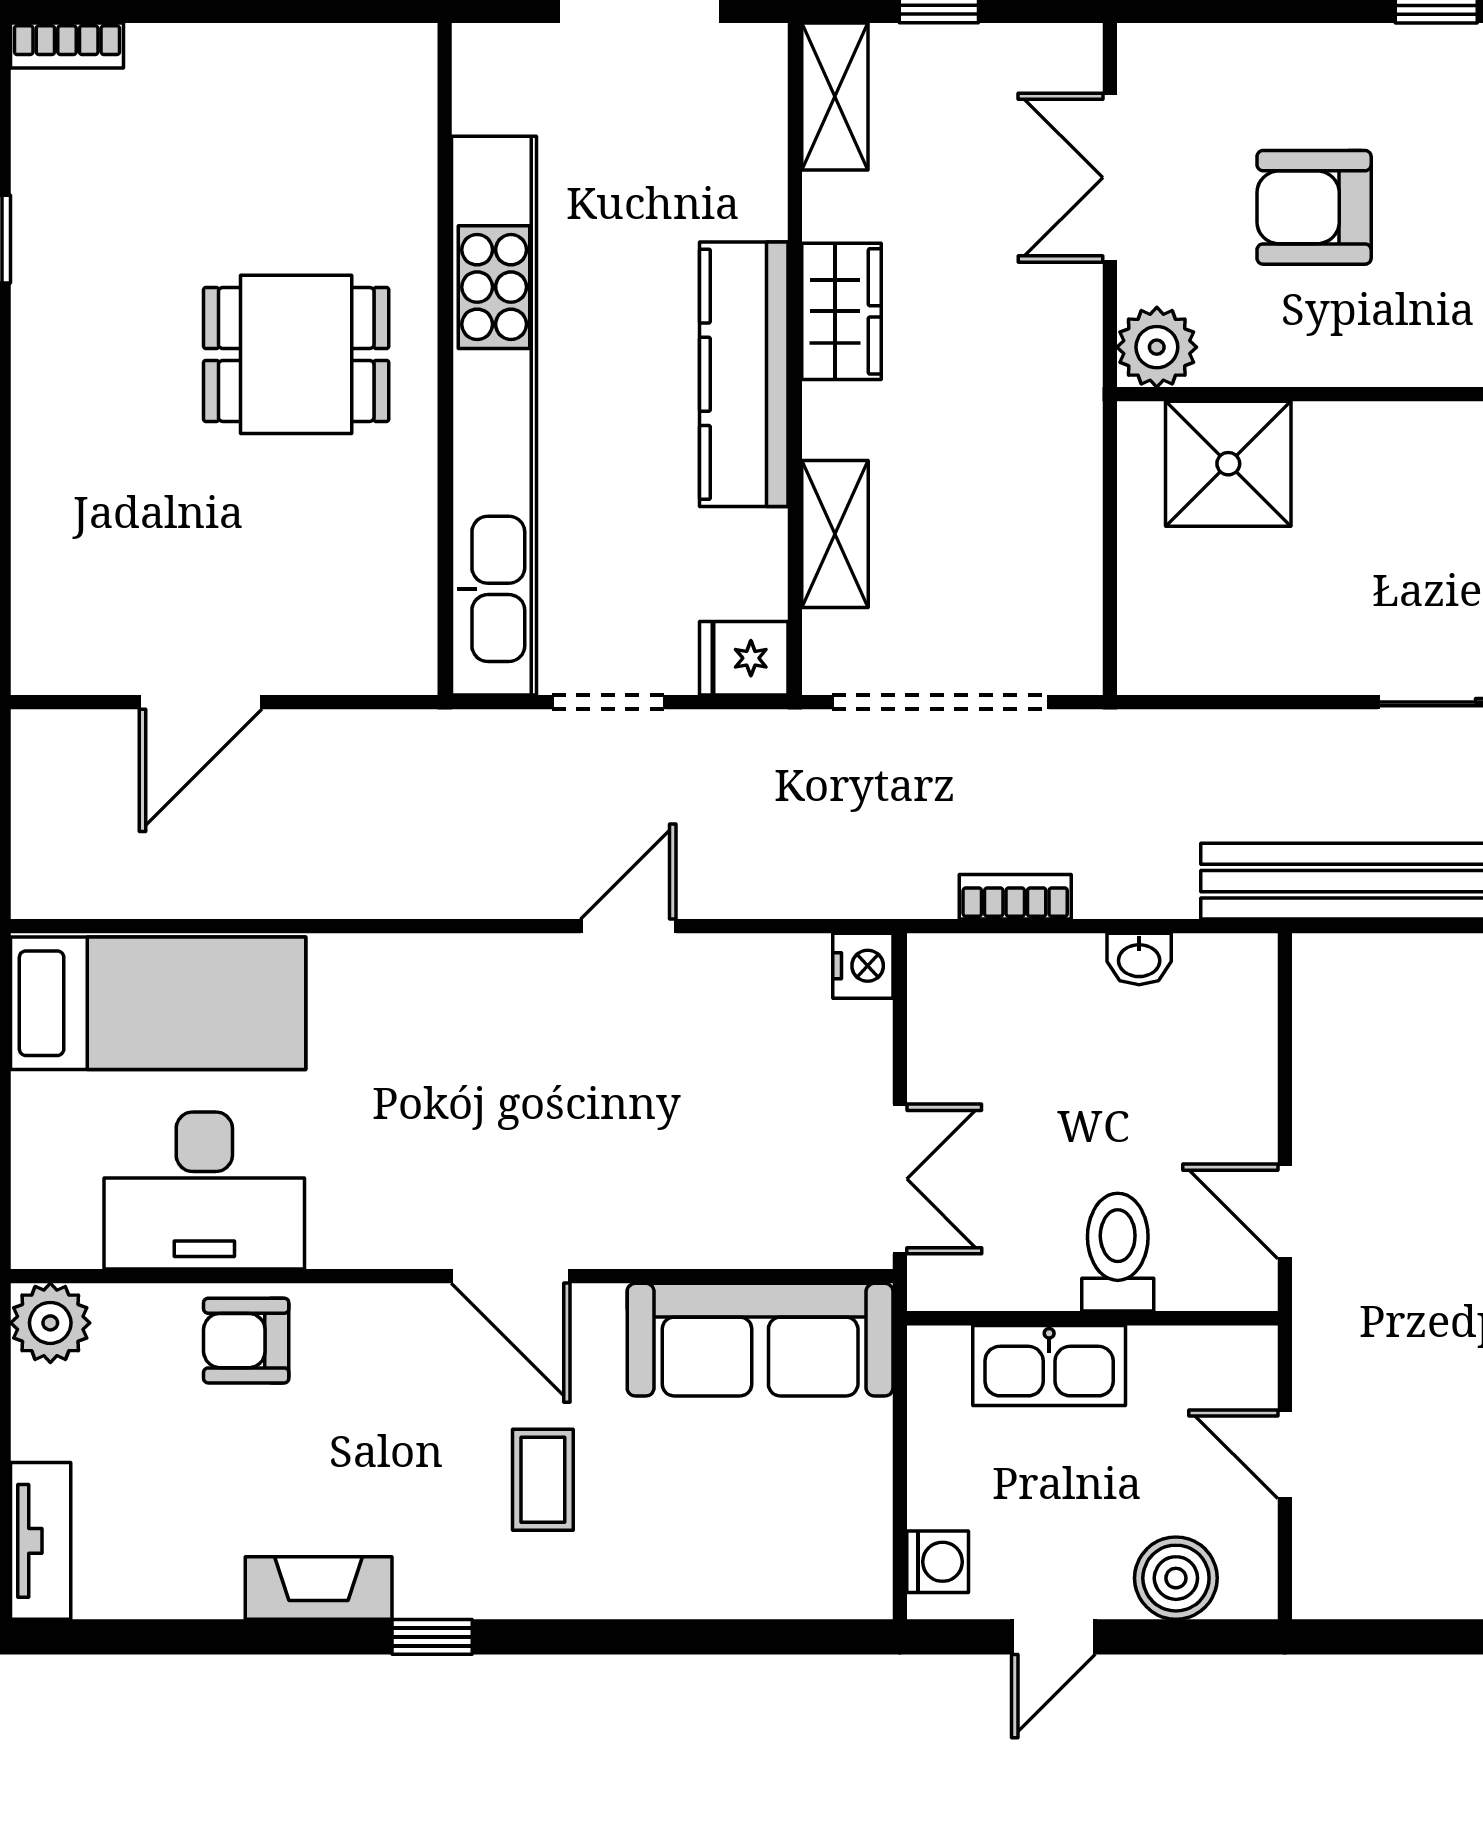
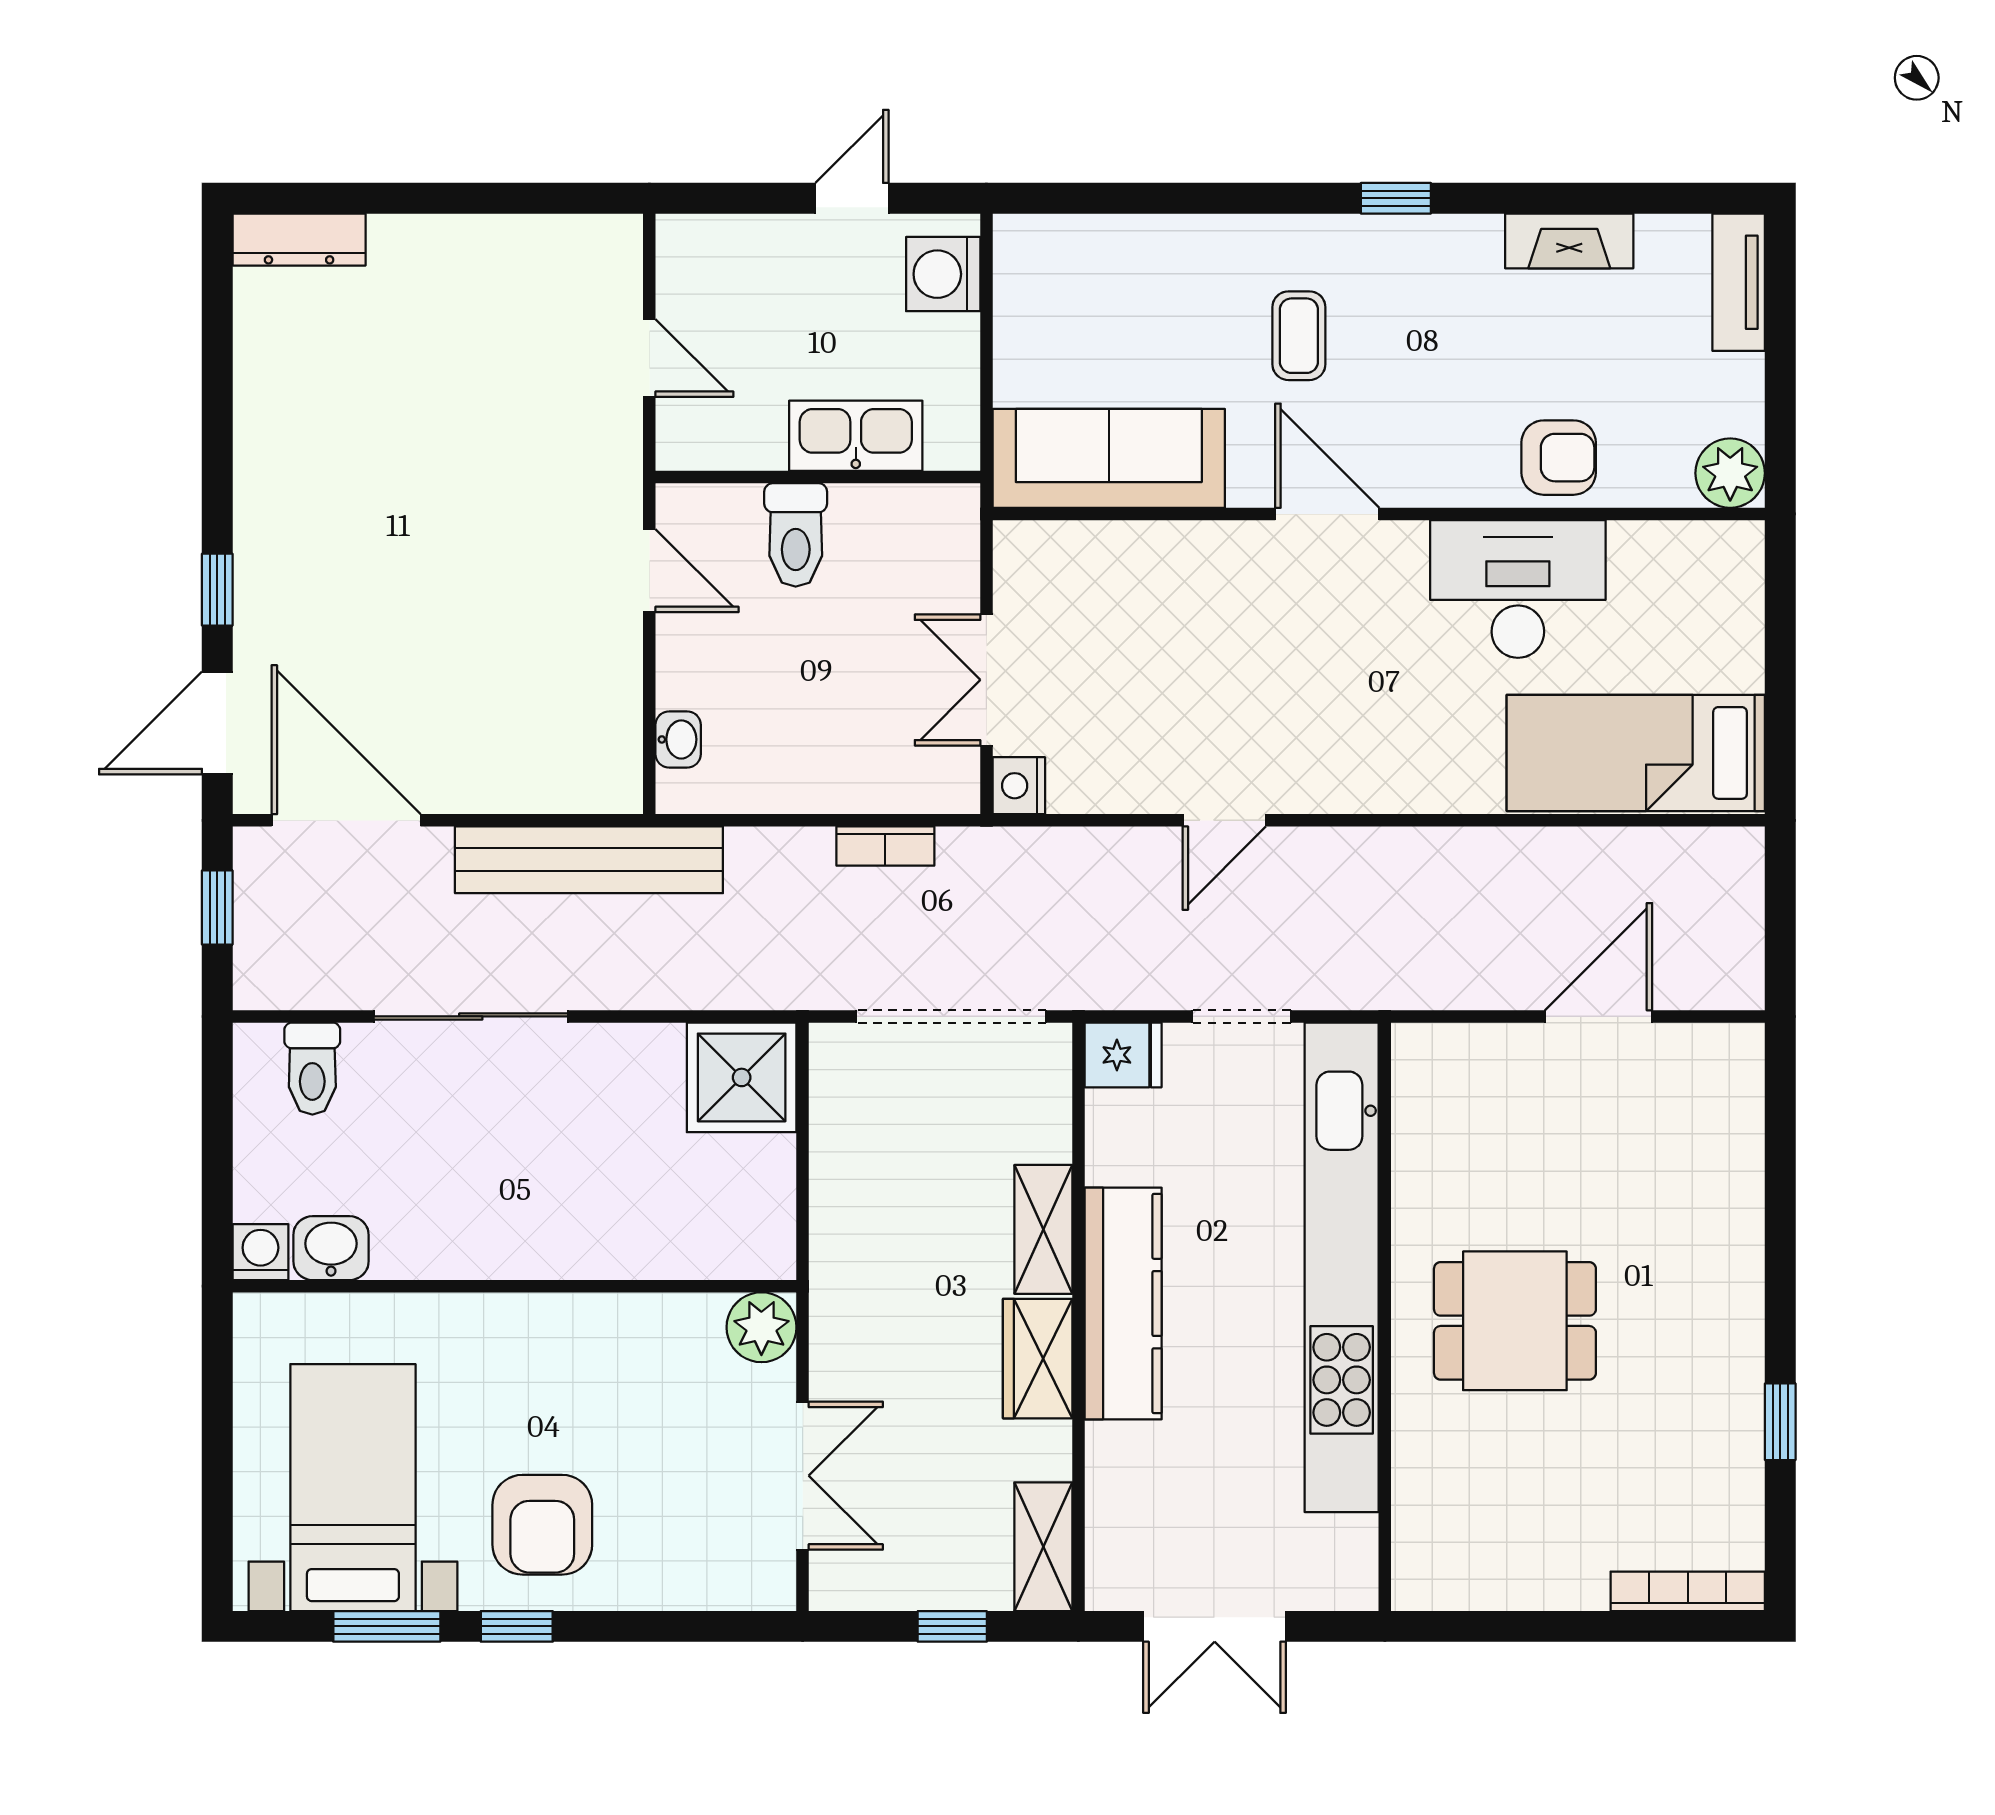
bookcase: (67, 46) -> (1688, 1591), width x1.56
armchair: (1314, 207) -> (542, 1525), moved, turned 90
shower: (1228, 464) -> (742, 1077), moved
shelving: (835, 534) -> (1043, 1229), moved
washbasin: (1139, 959) -> (678, 739), moved, turned 90
double door: (900, 1179) -> (986, 680), moved
desk: (204, 1191) -> (1518, 589), moved
washing machine: (938, 1562) -> (943, 274), width x1.38, depth x1.38
boiler: (1176, 1578) -> (745, 250), removed
fireplace: (319, 1588) -> (1569, 241), moved

